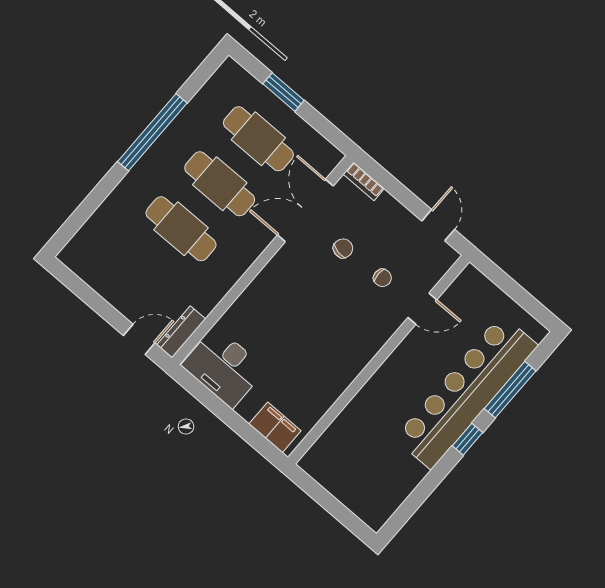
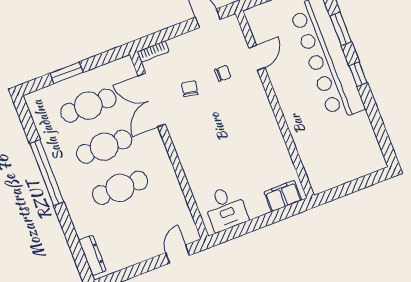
dresser: (181, 332) -> (92, 255), moved, turned 180
desk: (224, 367) -> (226, 208), width x0.73
window: (510, 390) -> (341, 29), width x0.69

